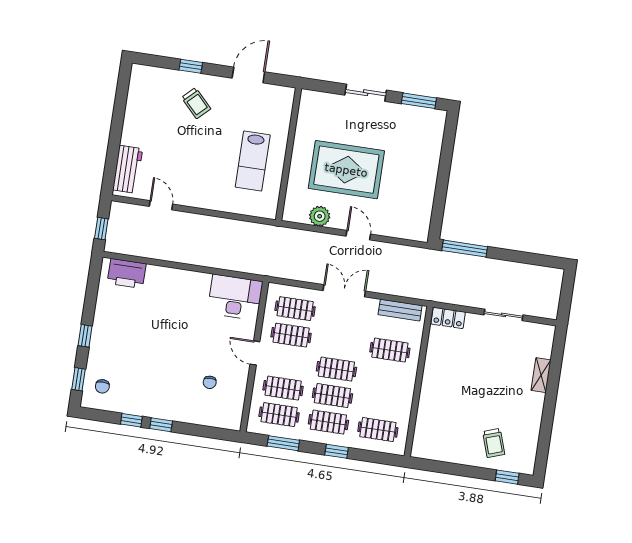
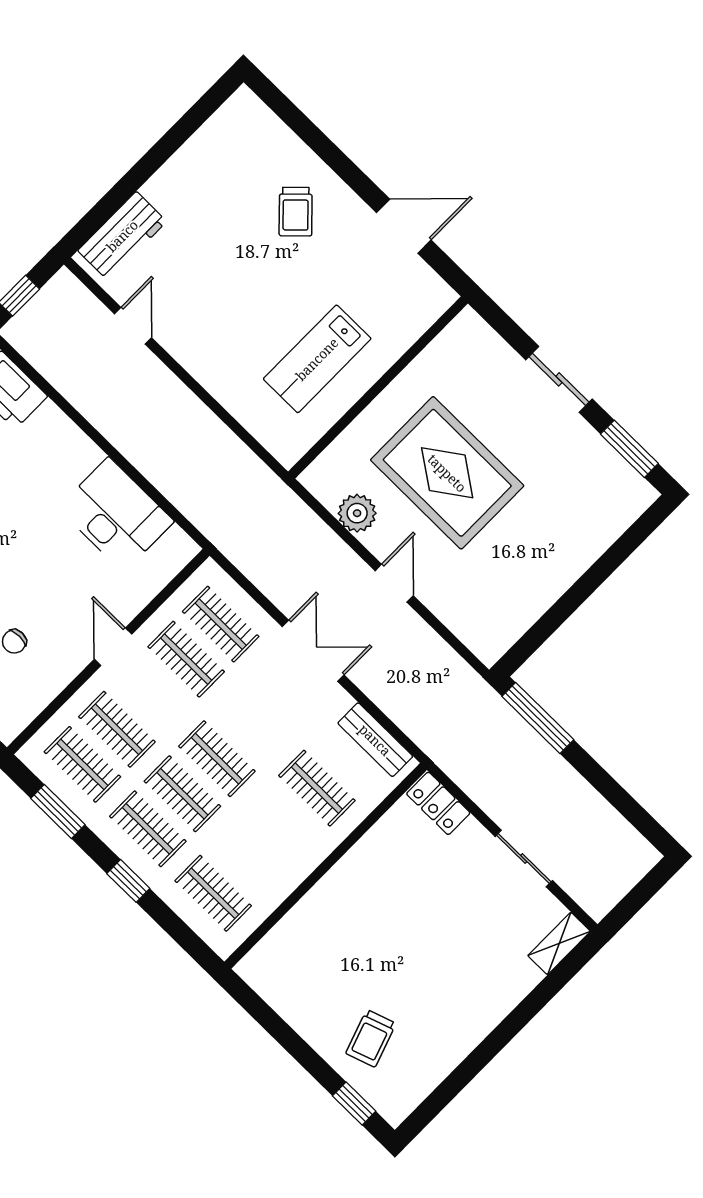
window: (191, 66) -> (327, 151), removed
desk: (235, 297) -> (116, 515), moved
shelving: (541, 375) -> (559, 943), moved

